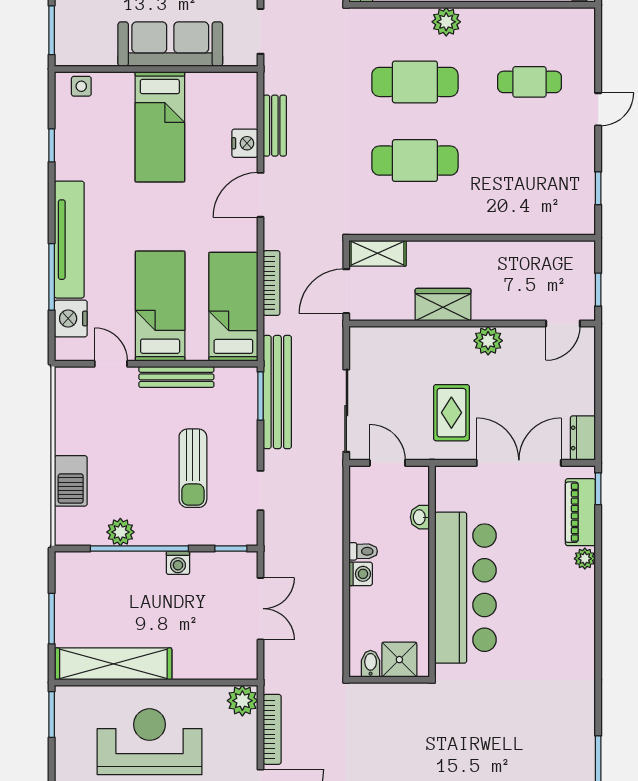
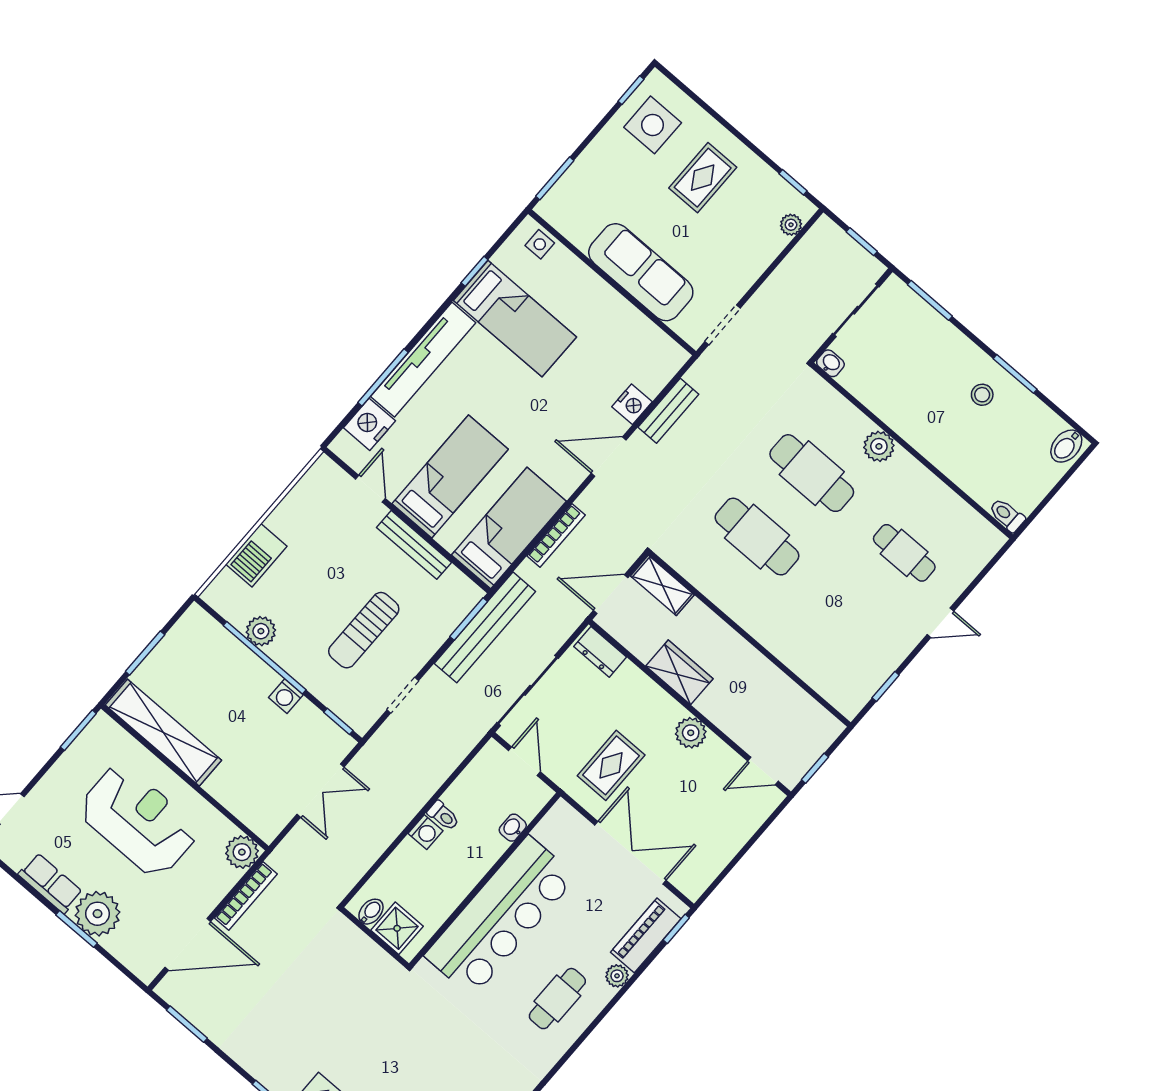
bed: (160, 127) -> (515, 319), moved, turned -90
dresser: (583, 438) -> (600, 652), moved, turned -90
cafe table: (556, 611) -> (557, 999), added

